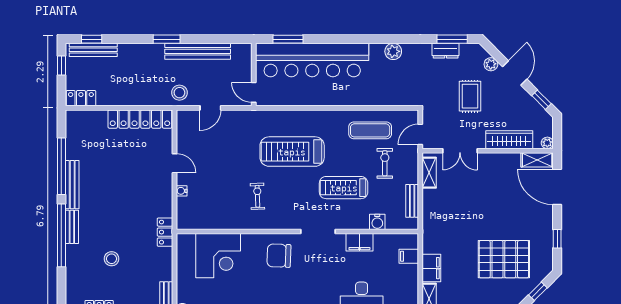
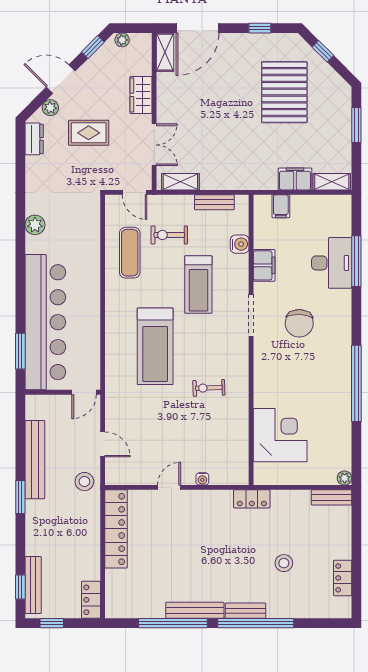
window: (452, 39) -> (20, 154), removed
dresser: (446, 51) -> (34, 139), moved
wardrobe: (509, 140) -> (141, 95), width x0.67
plant: (547, 143) -> (122, 40), moved
chair: (279, 256) -> (299, 323), moved

